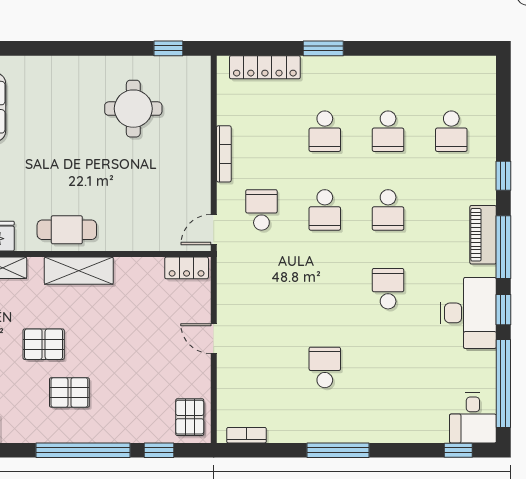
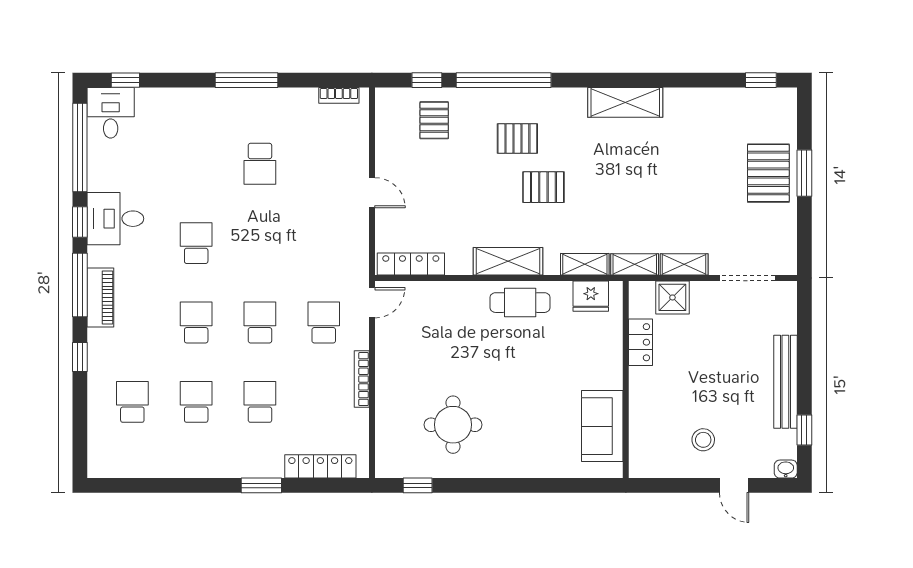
school desk: (261, 210) -> (324, 323), turned 180
locker: (187, 268) -> (411, 264), width x1.53
school desk: (388, 289) -> (196, 243), turned 180
desk: (468, 313) -> (115, 219), width x0.73
pallet: (190, 417) -> (434, 120), moved

